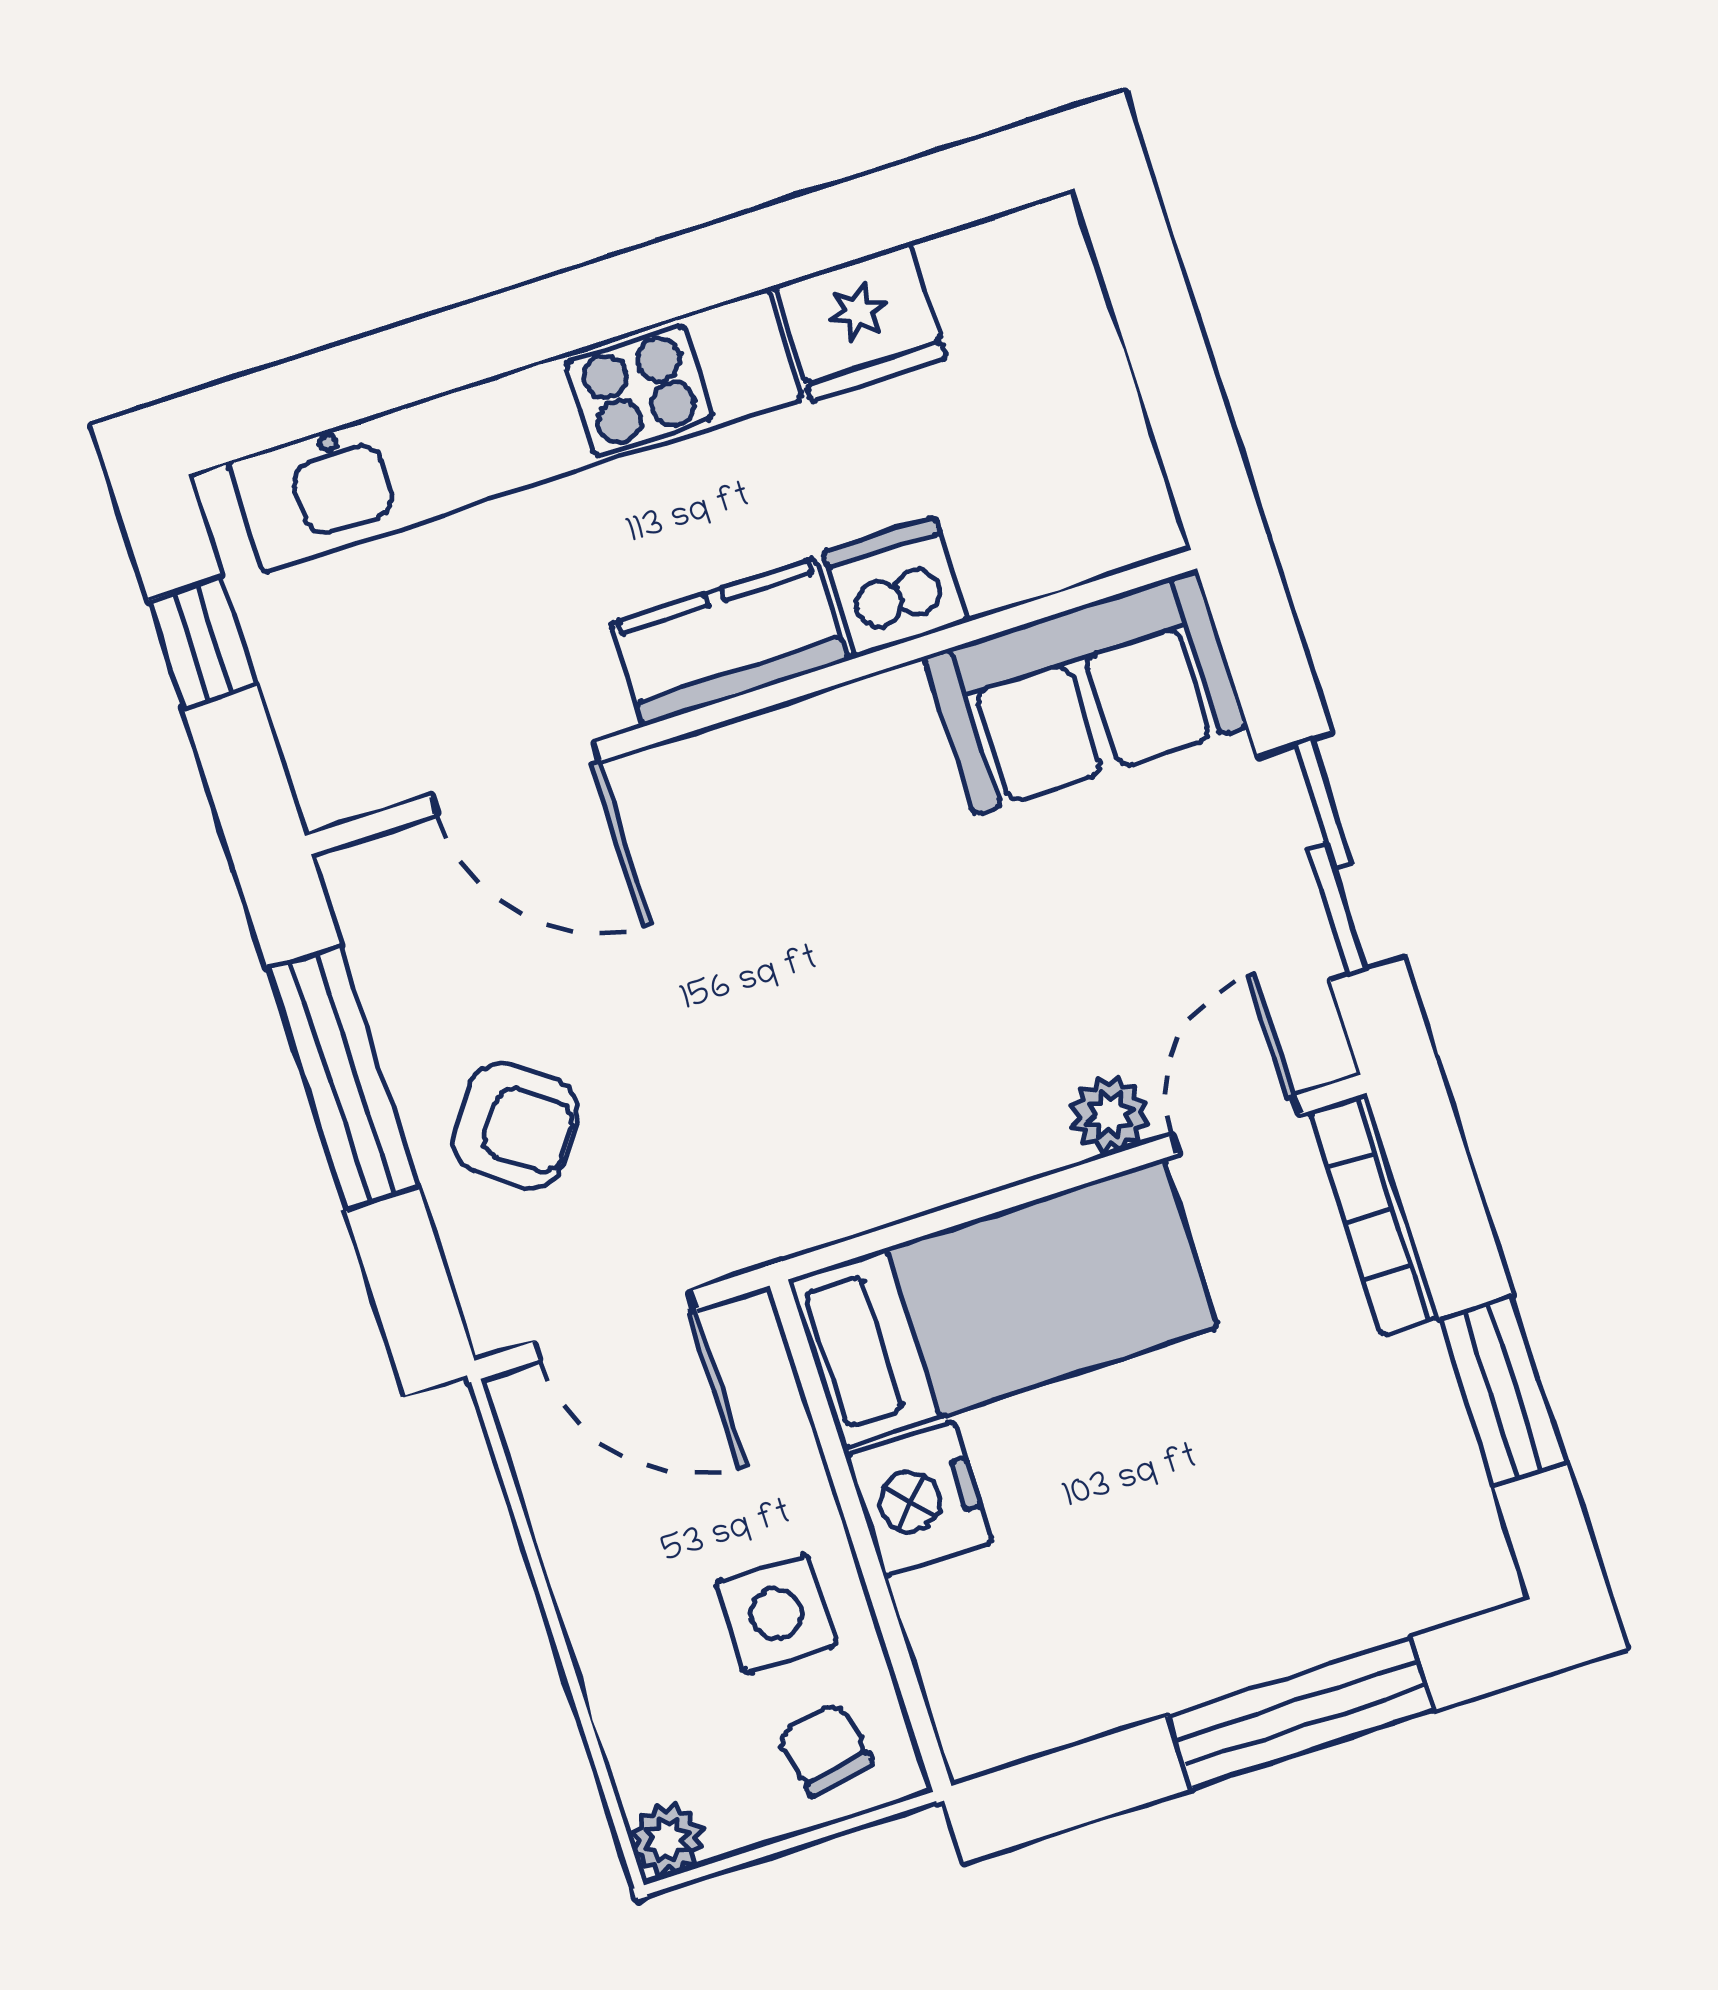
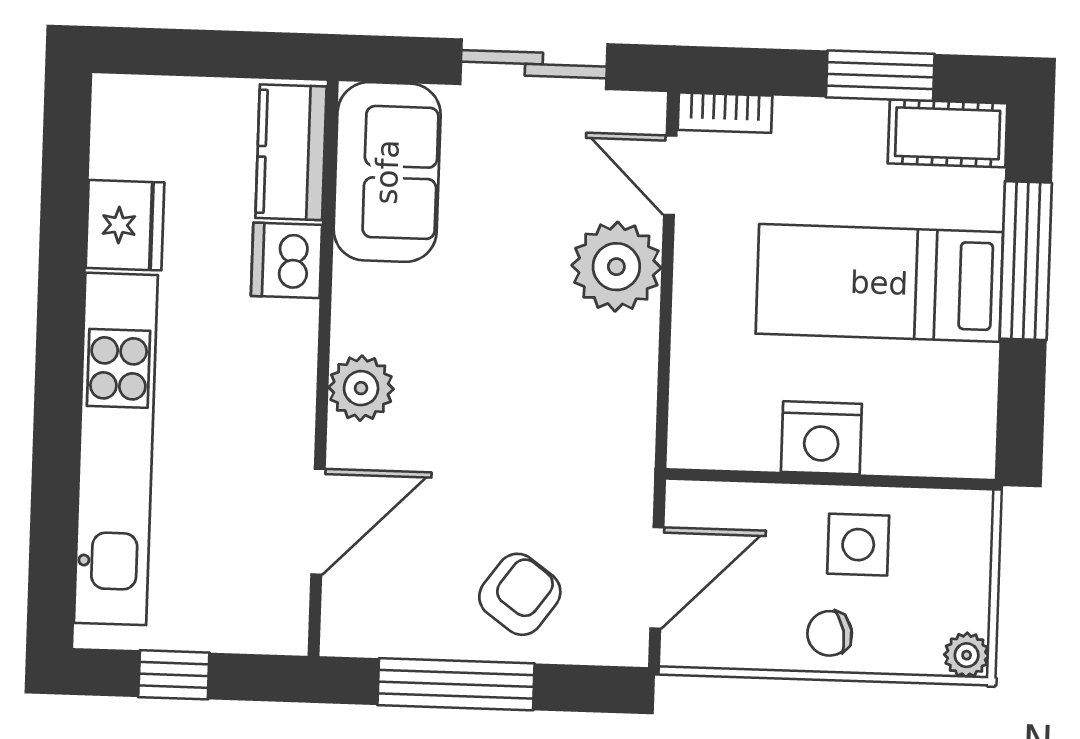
kitchen counter: (729, 642) -> (291, 152), moved
plant: (742, 771) -> (361, 388), added
plant: (1110, 1115) -> (616, 267), width x1.88, depth x1.88
bookcase: (1374, 1214) -> (725, 113), width x0.64
bed: (1003, 1303) -> (879, 283), moved, turned -90
cot: (1452, 1524) -> (948, 133), added
chair: (825, 1750) -> (830, 633), moved

